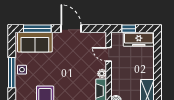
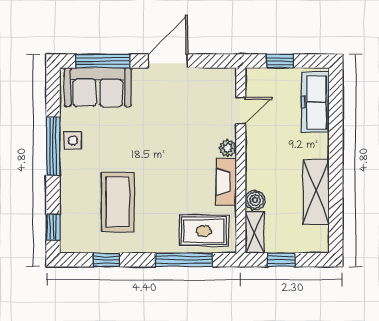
door: (71, 29) -> (168, 61), hinge flipped
freezer: (139, 39) -> (315, 102), moved, turned 90
door: (109, 54) -> (241, 111), swing flipped

